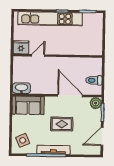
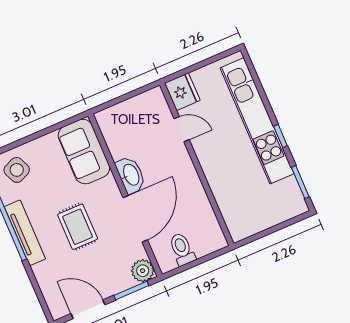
washbasin: (21, 88) -> (131, 175), moved

